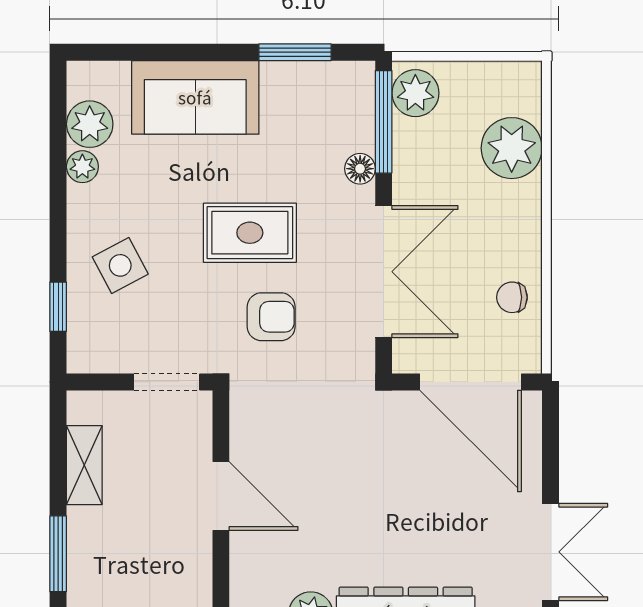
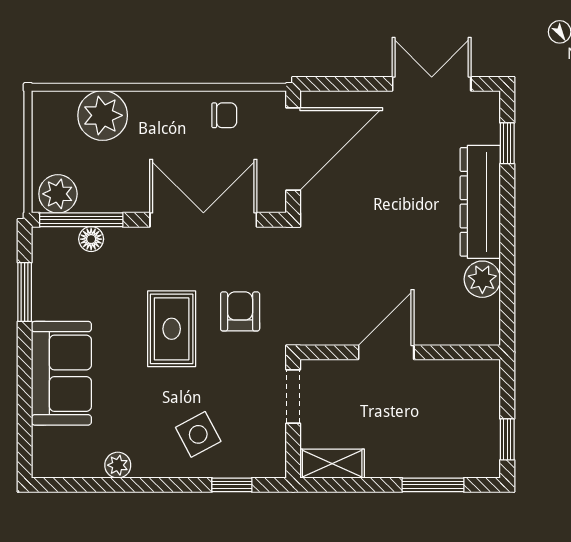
plant: (90, 124) -> (83, 459), removed
floor lamp: (360, 169) -> (91, 239), moved
chair: (512, 297) -> (224, 115), turned -90
shelving: (84, 465) -> (332, 464), moved

